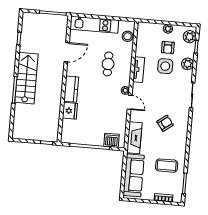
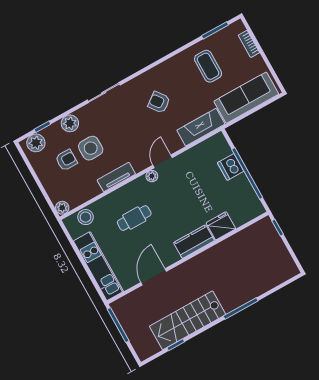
plant: (168, 29) -> (62, 208), moved
door: (67, 52) -> (154, 277), hinge flipped
stairs: (26, 78) -> (188, 320), moved
dishwasher: (112, 140) -> (231, 167), moved

